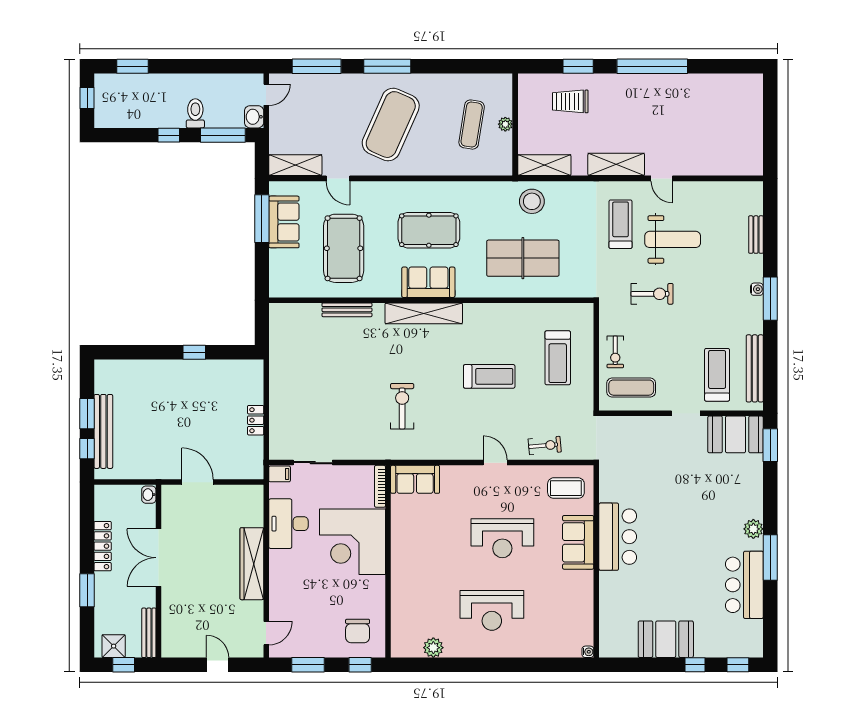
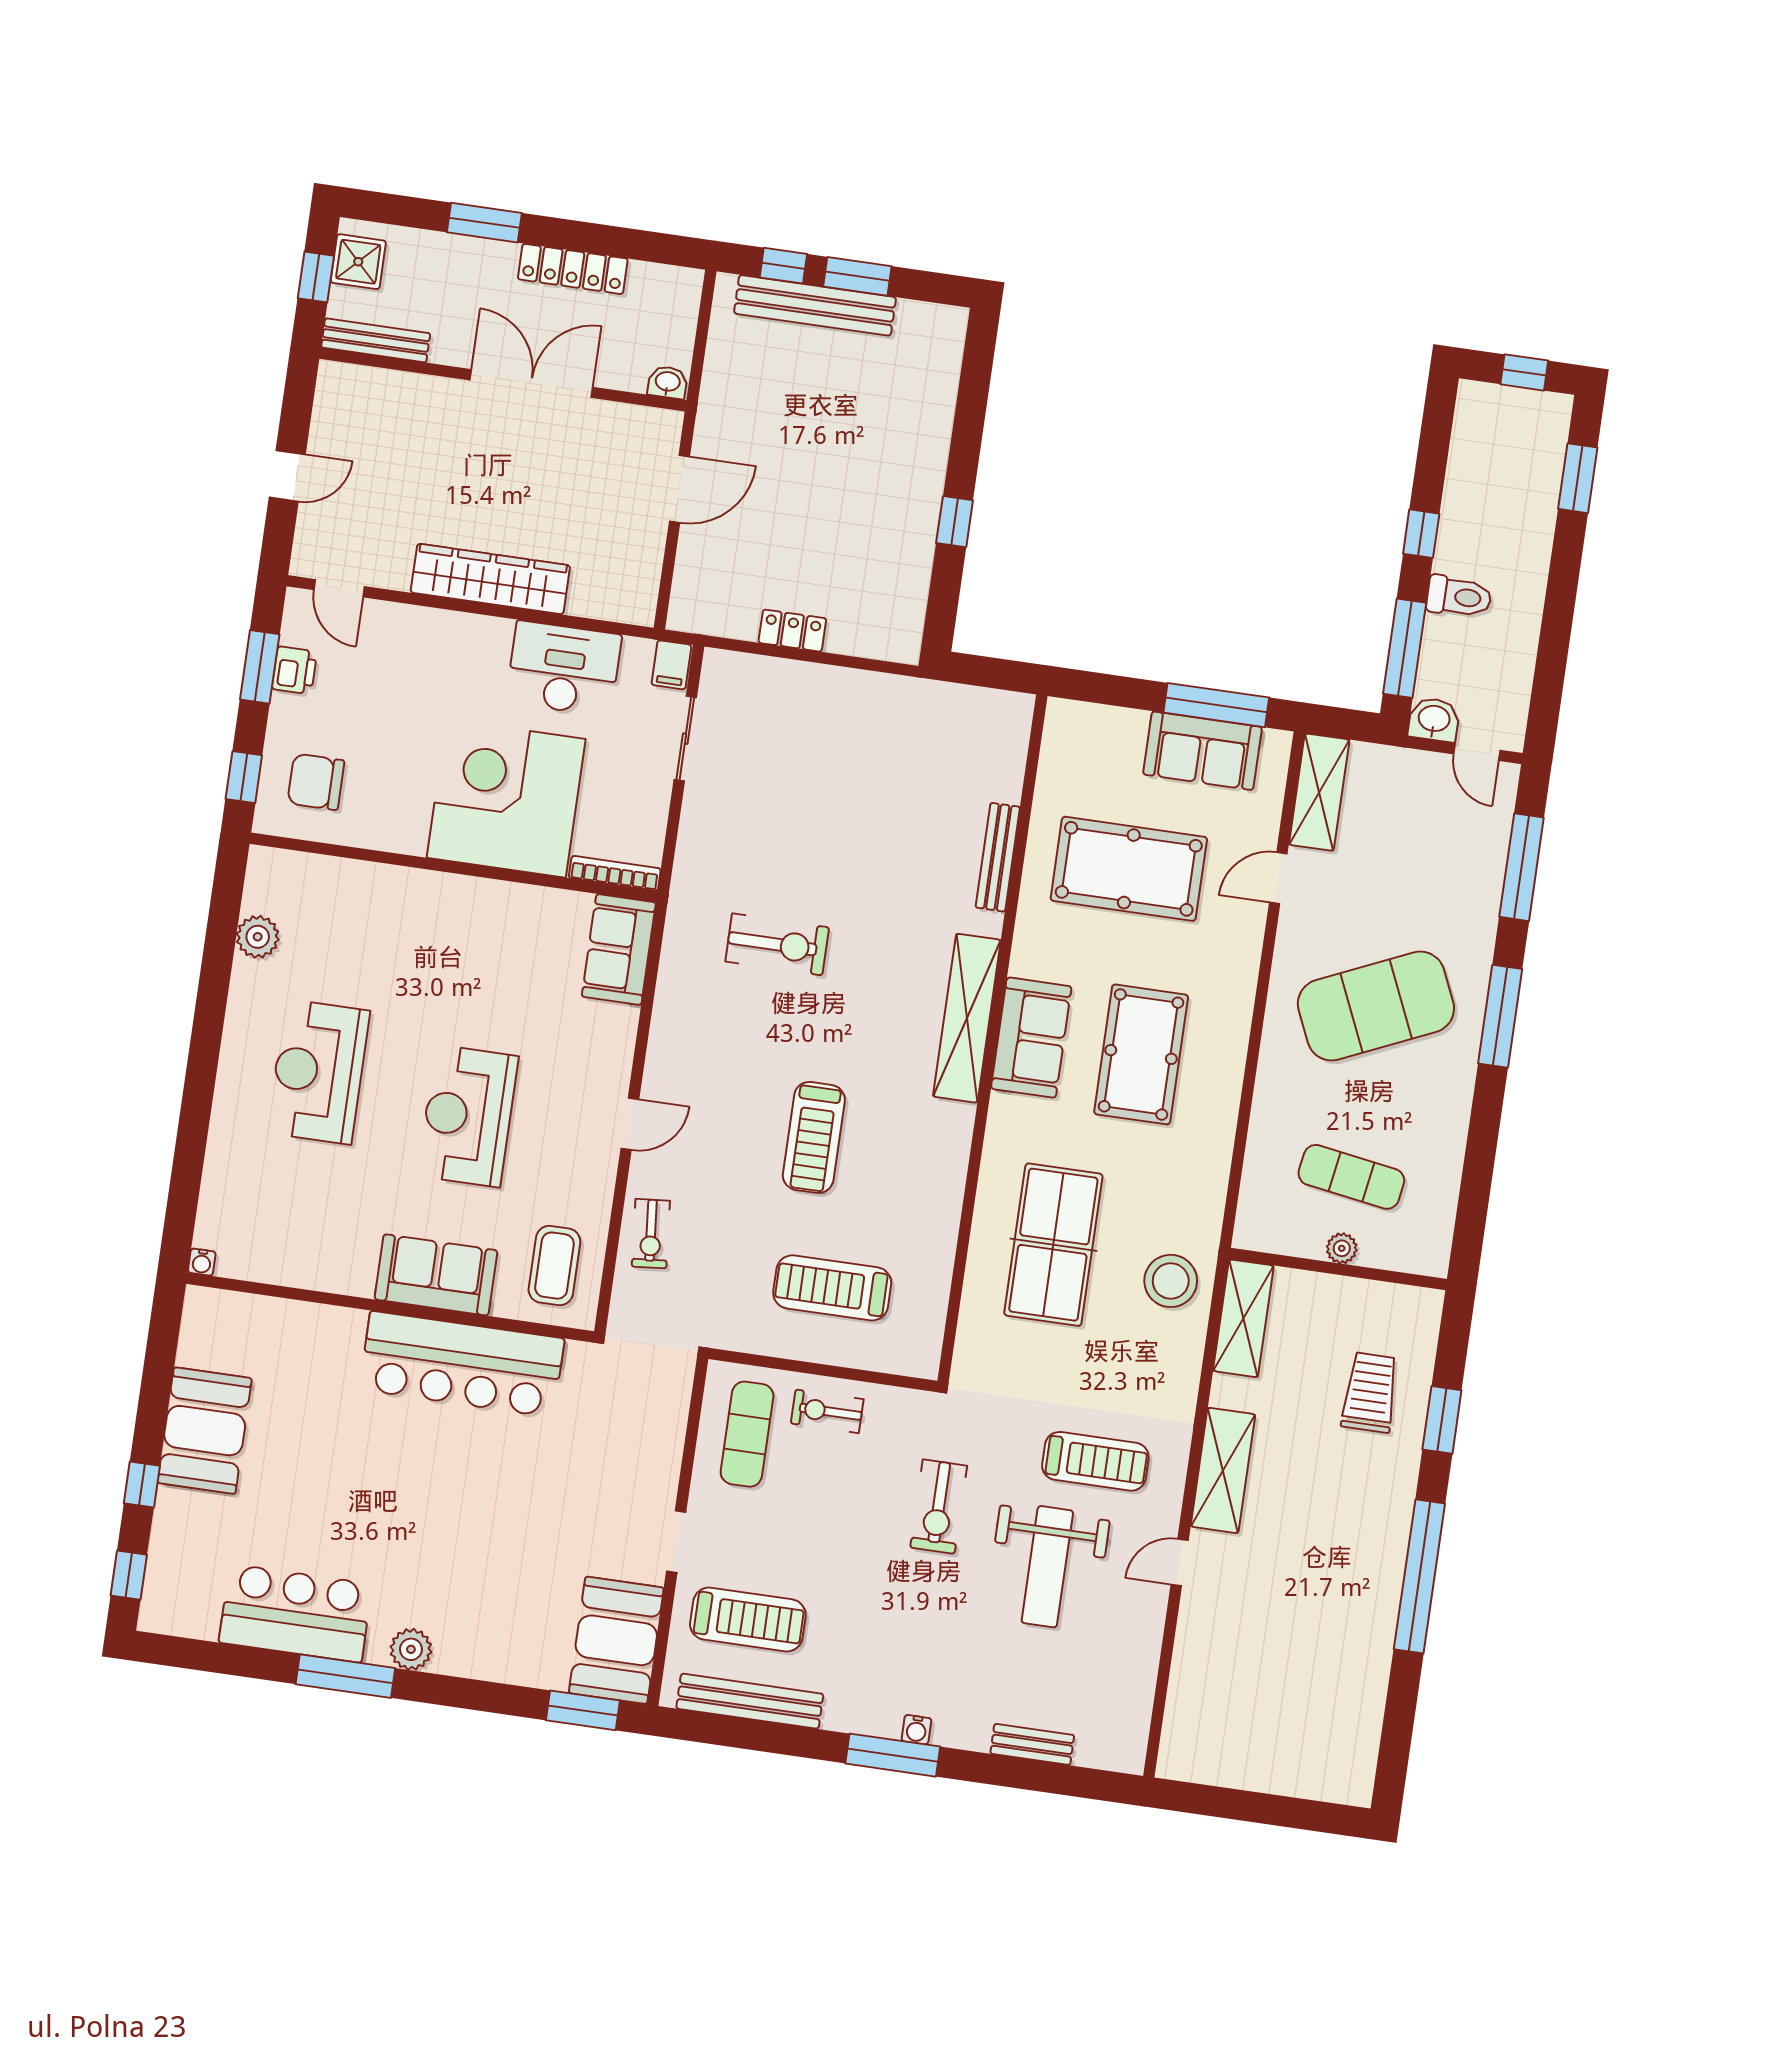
exercise mat: (391, 125) -> (1376, 1006), turned -48
bar counter: (618, 537) -> (462, 1364), width x1.36
printer: (307, 648) -> (294, 670), added

